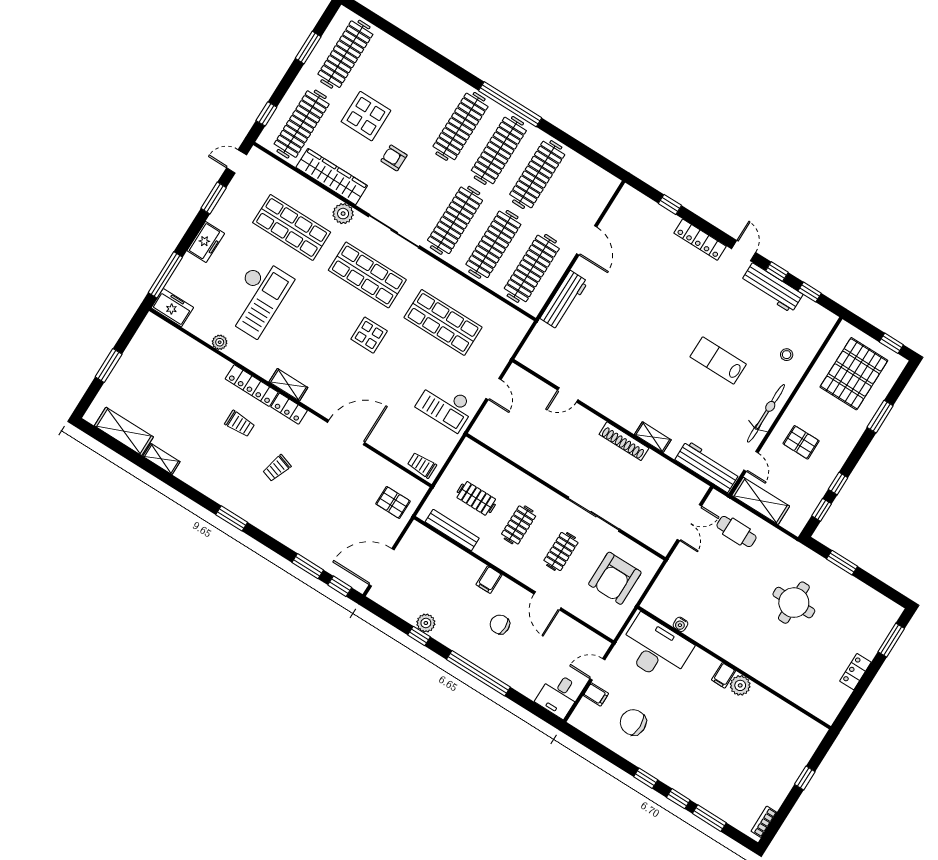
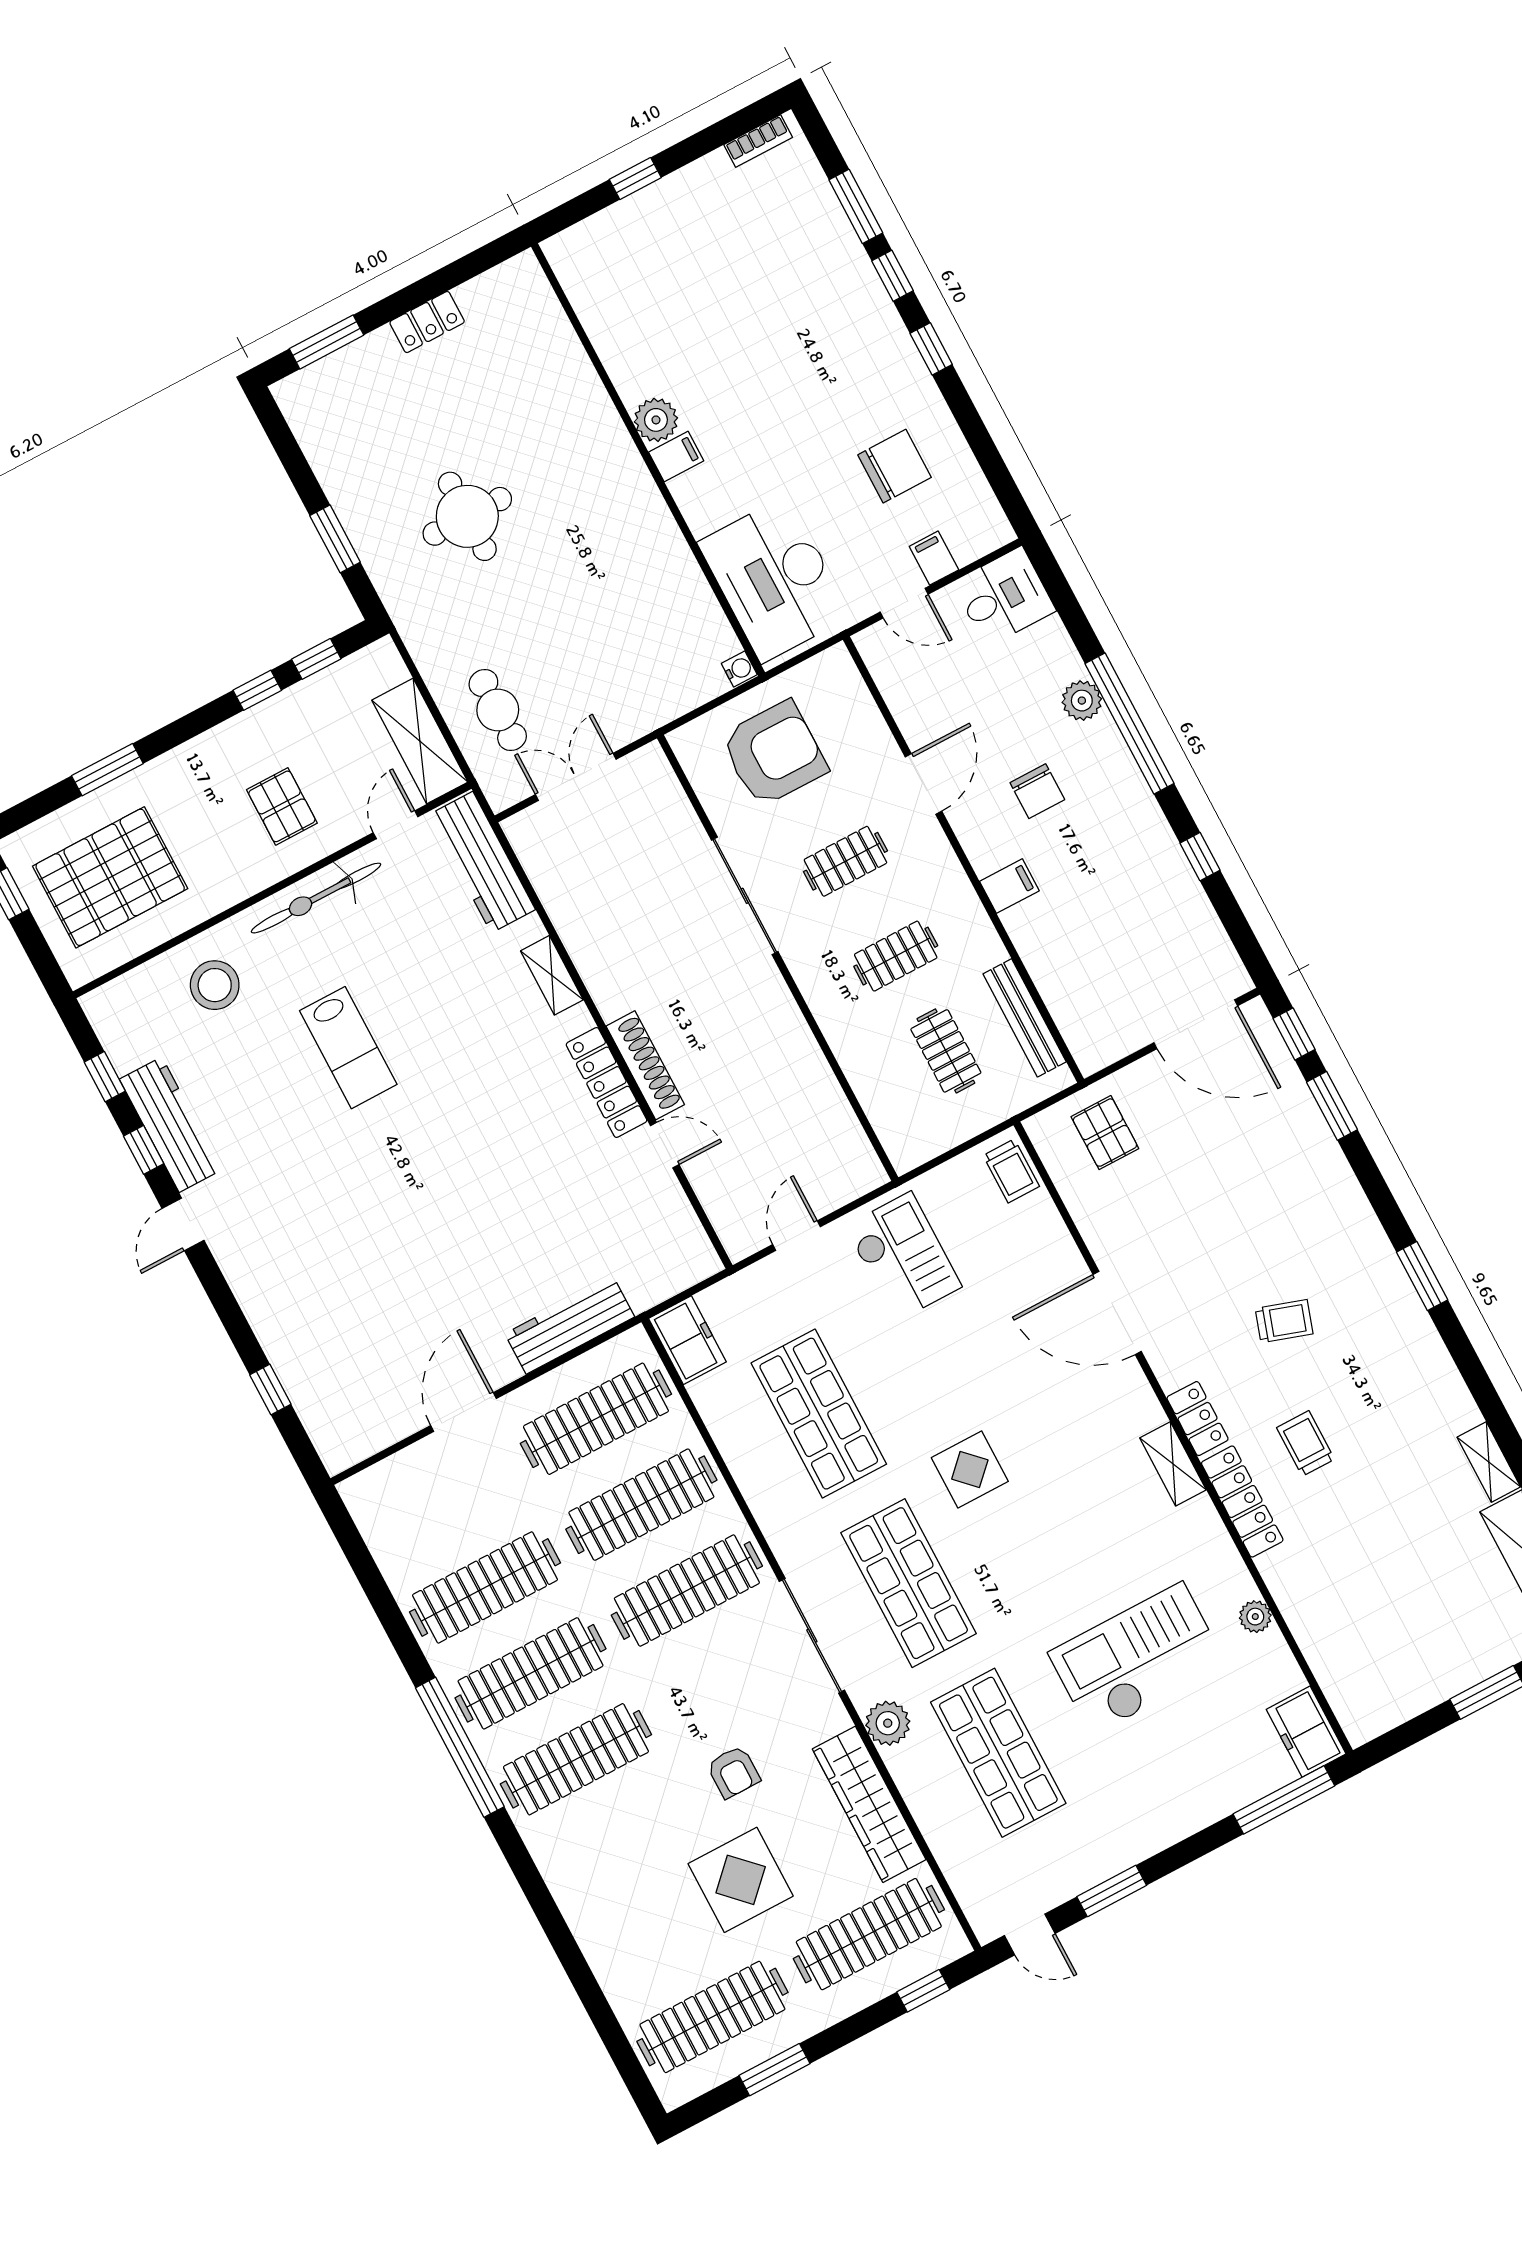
locker: (700, 240) -> (606, 1082), moved, turned 180
freezer: (206, 242) -> (687, 1340), moved, turned 90
stool: (787, 355) -> (215, 985), width x1.89, depth x1.89
shoe rack: (624, 441) -> (645, 1065), moved
plant: (426, 623) -> (1082, 701), moved
water cooler: (680, 624) -> (739, 669), moved
chair: (633, 722) -> (895, 466), turned -90

